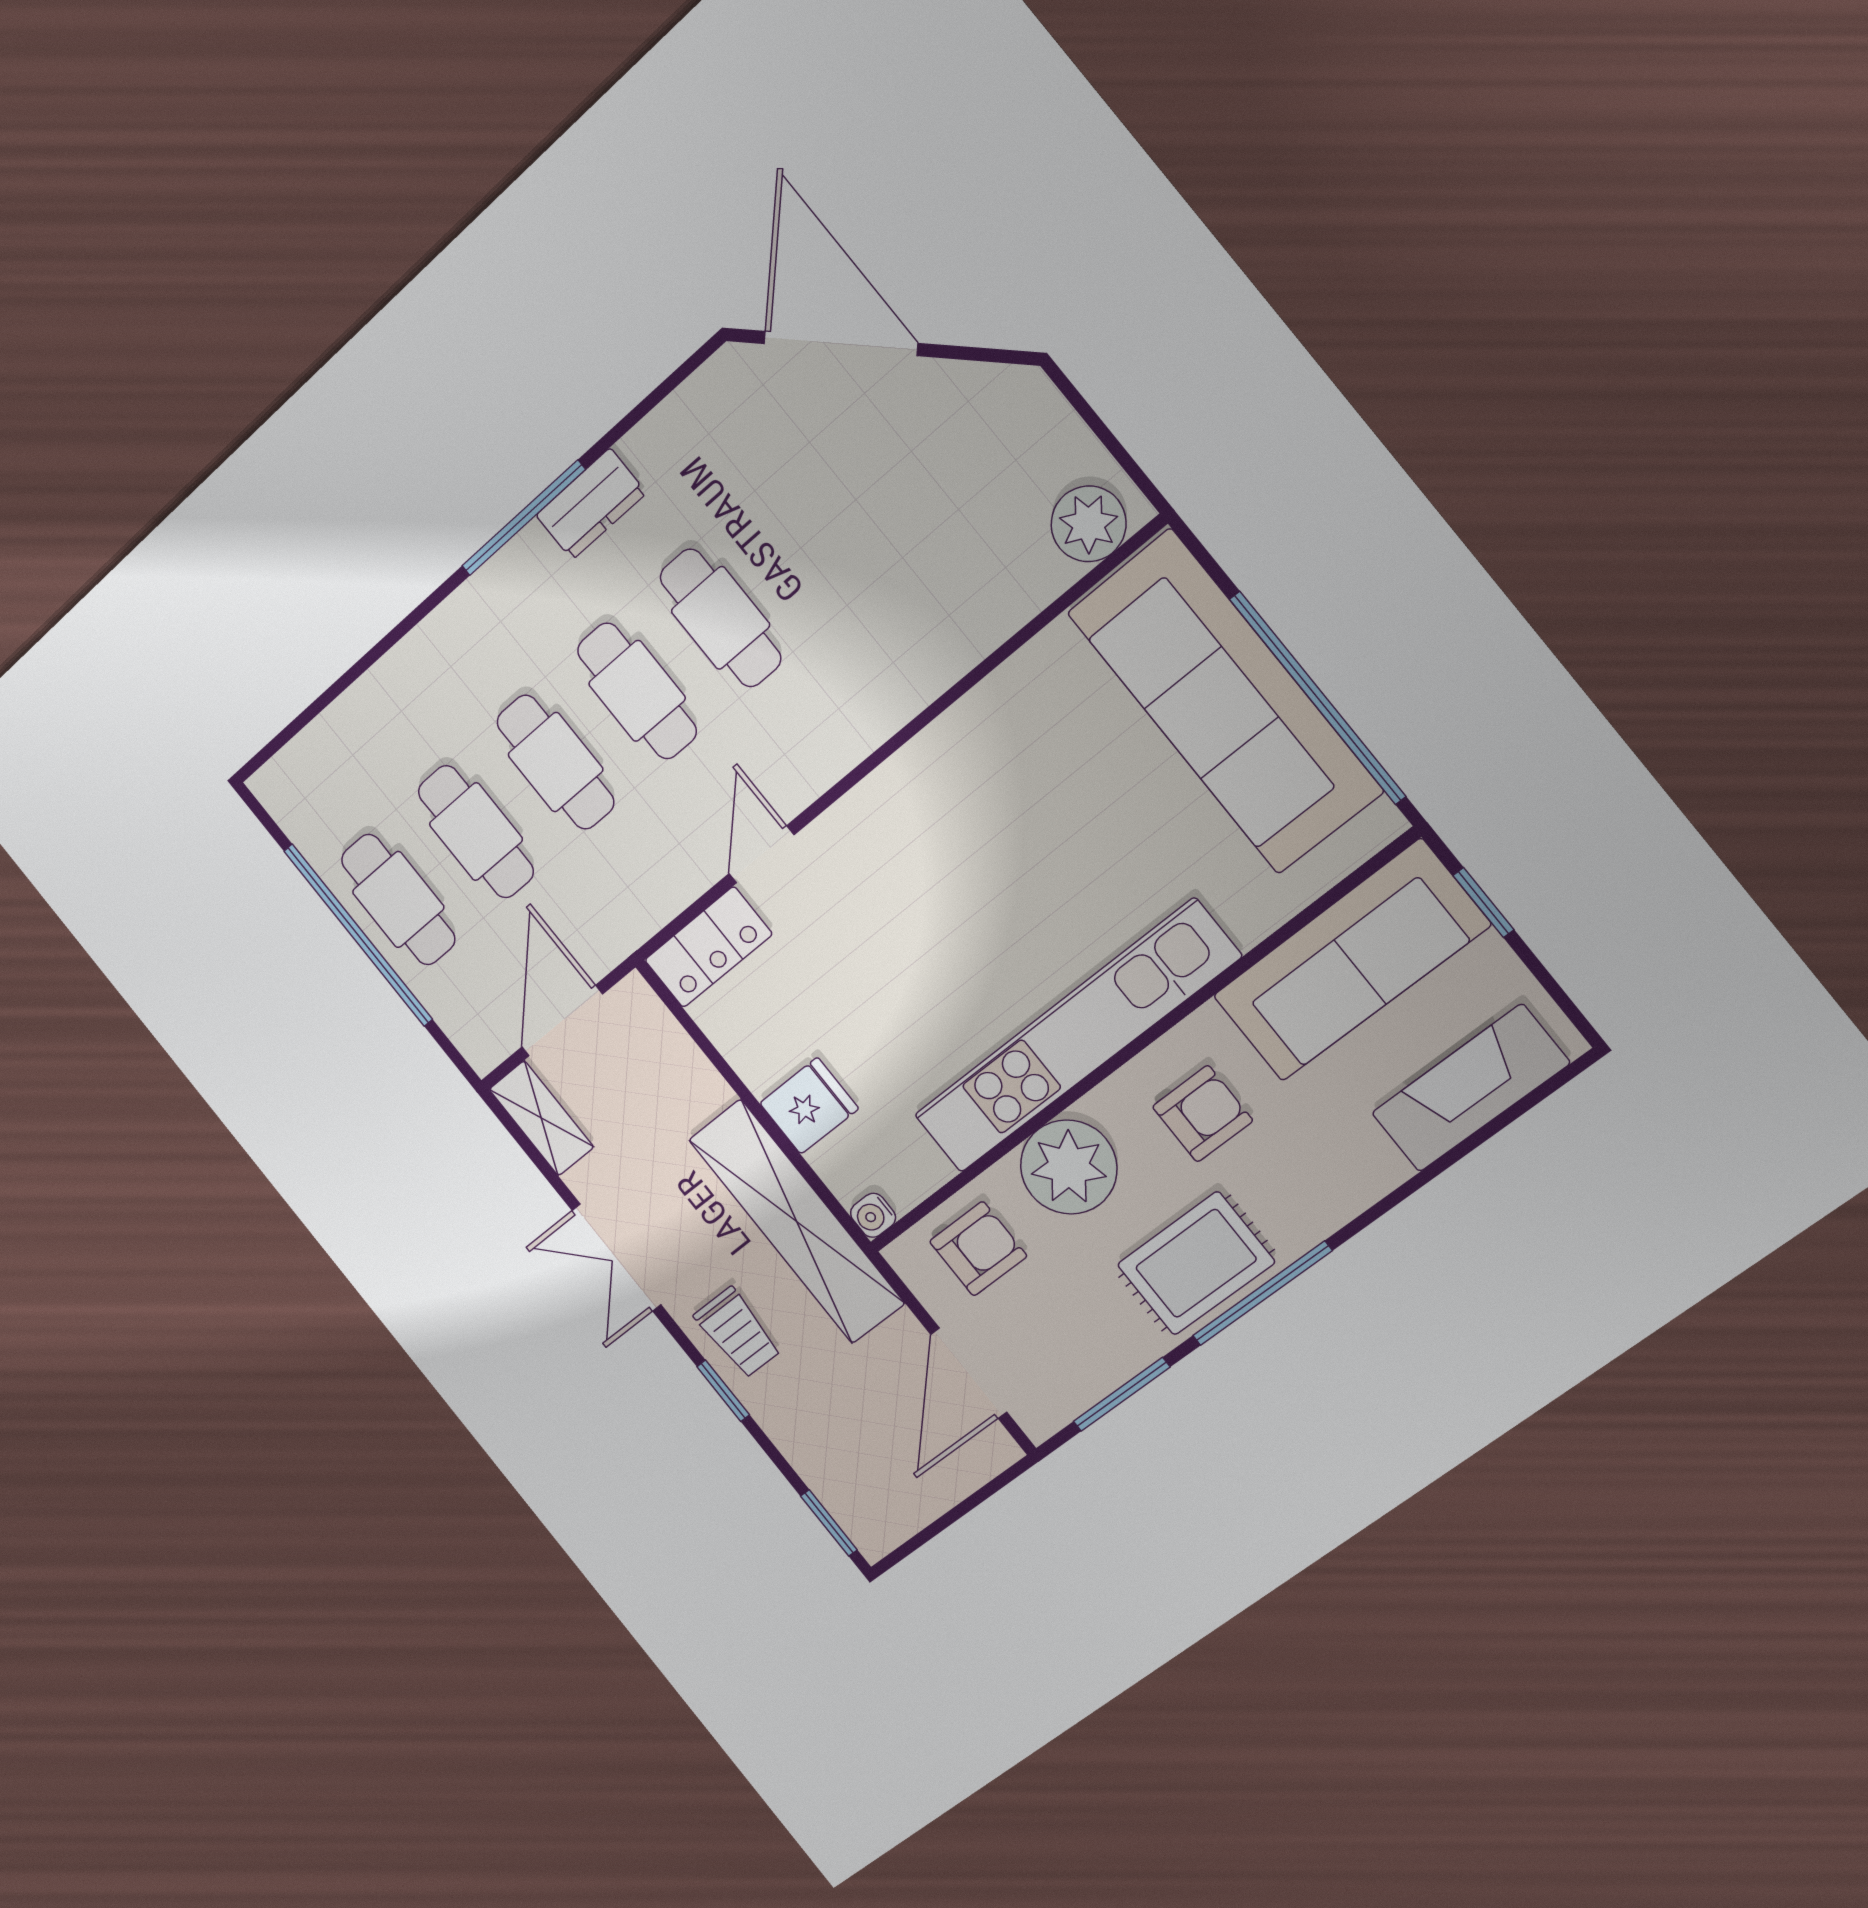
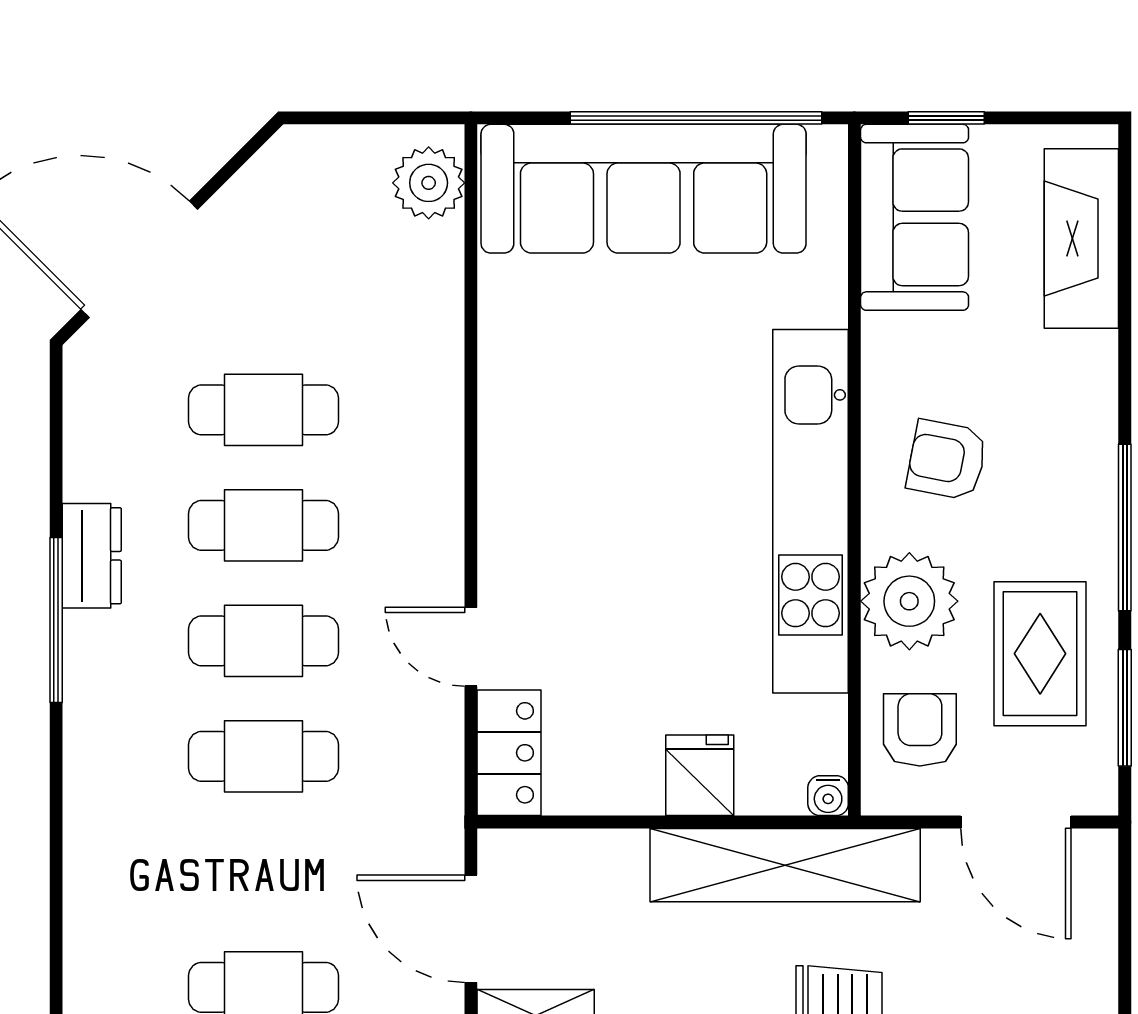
cafe table: (476, 832) -> (264, 410), moved
sofa: (1351, 961) -> (915, 217), width x0.73
armchair: (1203, 1114) -> (947, 460), turned -79
rug: (1196, 1263) -> (1040, 654), moved

